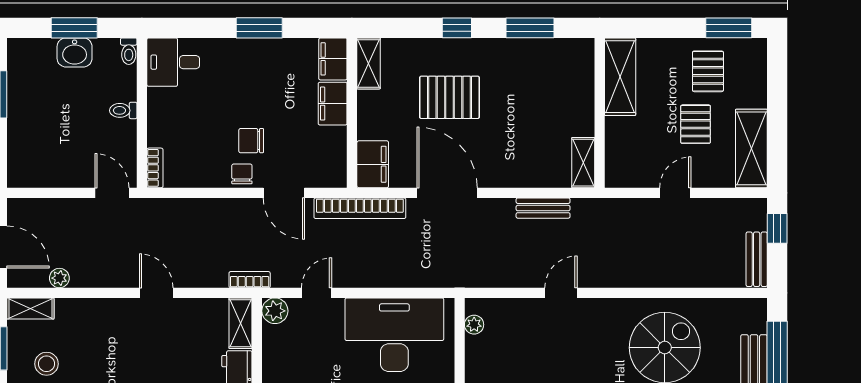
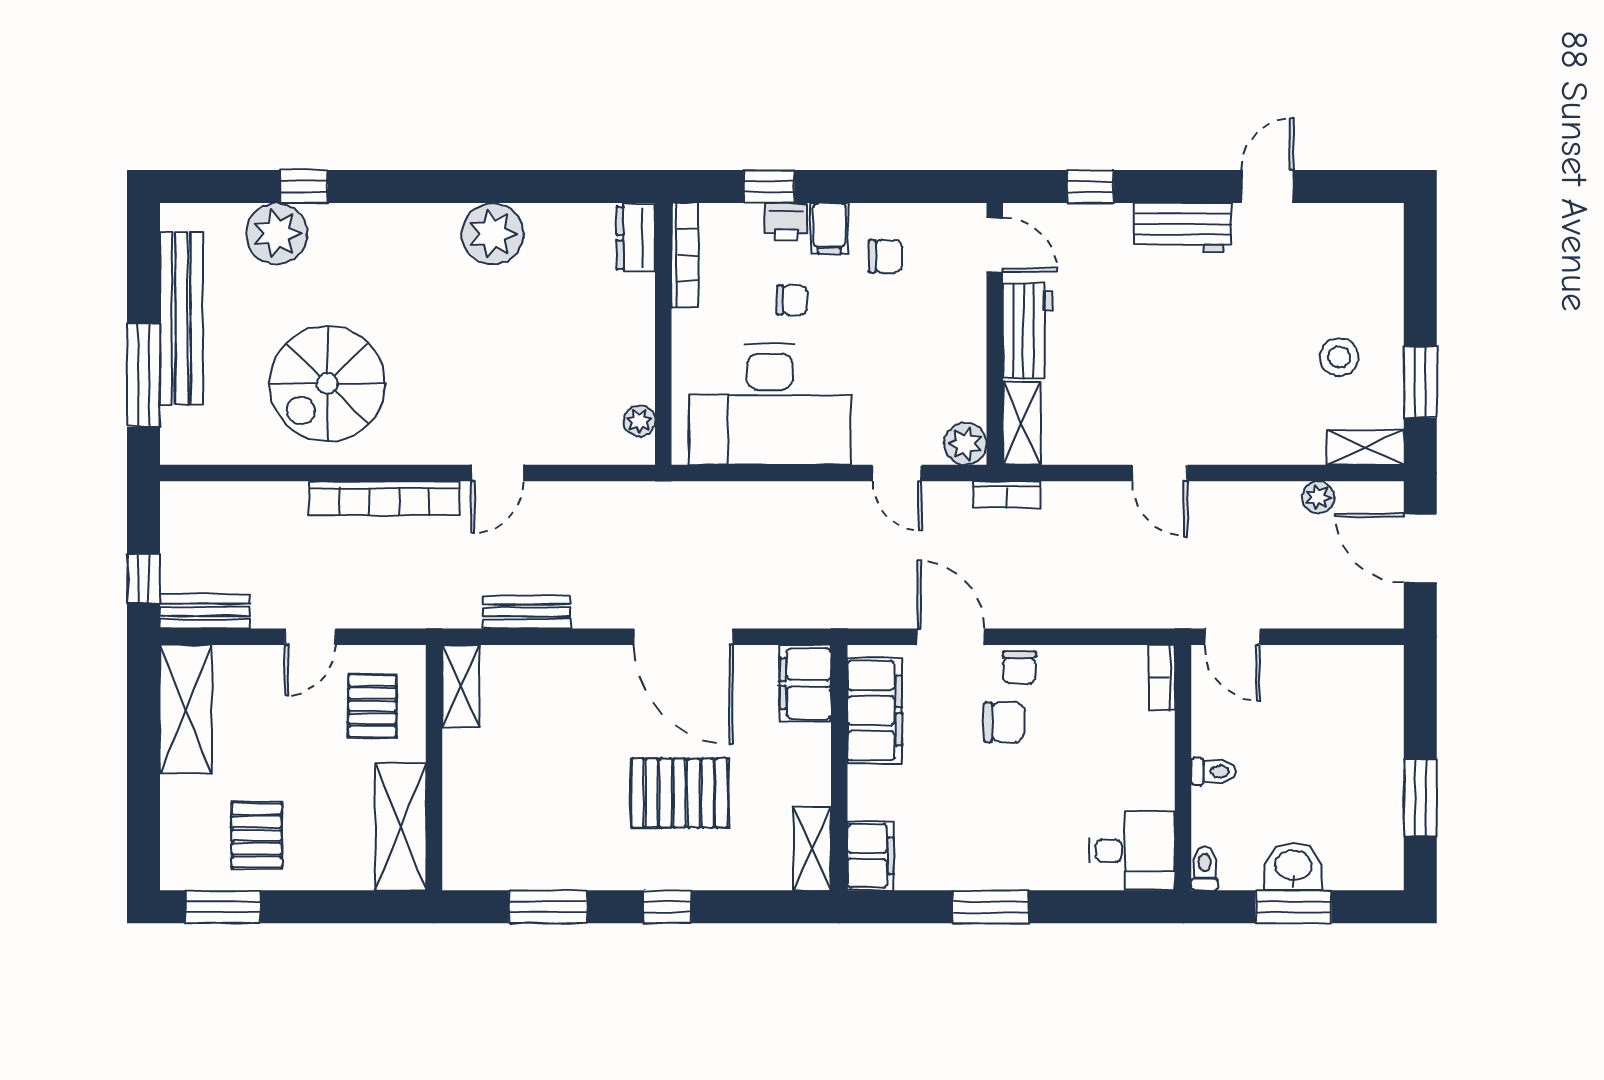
filing cabinet: (333, 104) -> (875, 710), moved, width x1.50, depth x1.17
pallet: (696, 124) -> (372, 706), moved
bookcase: (360, 208) -> (384, 498), moved, turned 180
bench: (757, 259) -> (205, 611), moved, turned 90
door: (317, 293) -> (897, 473), hinge flipped

